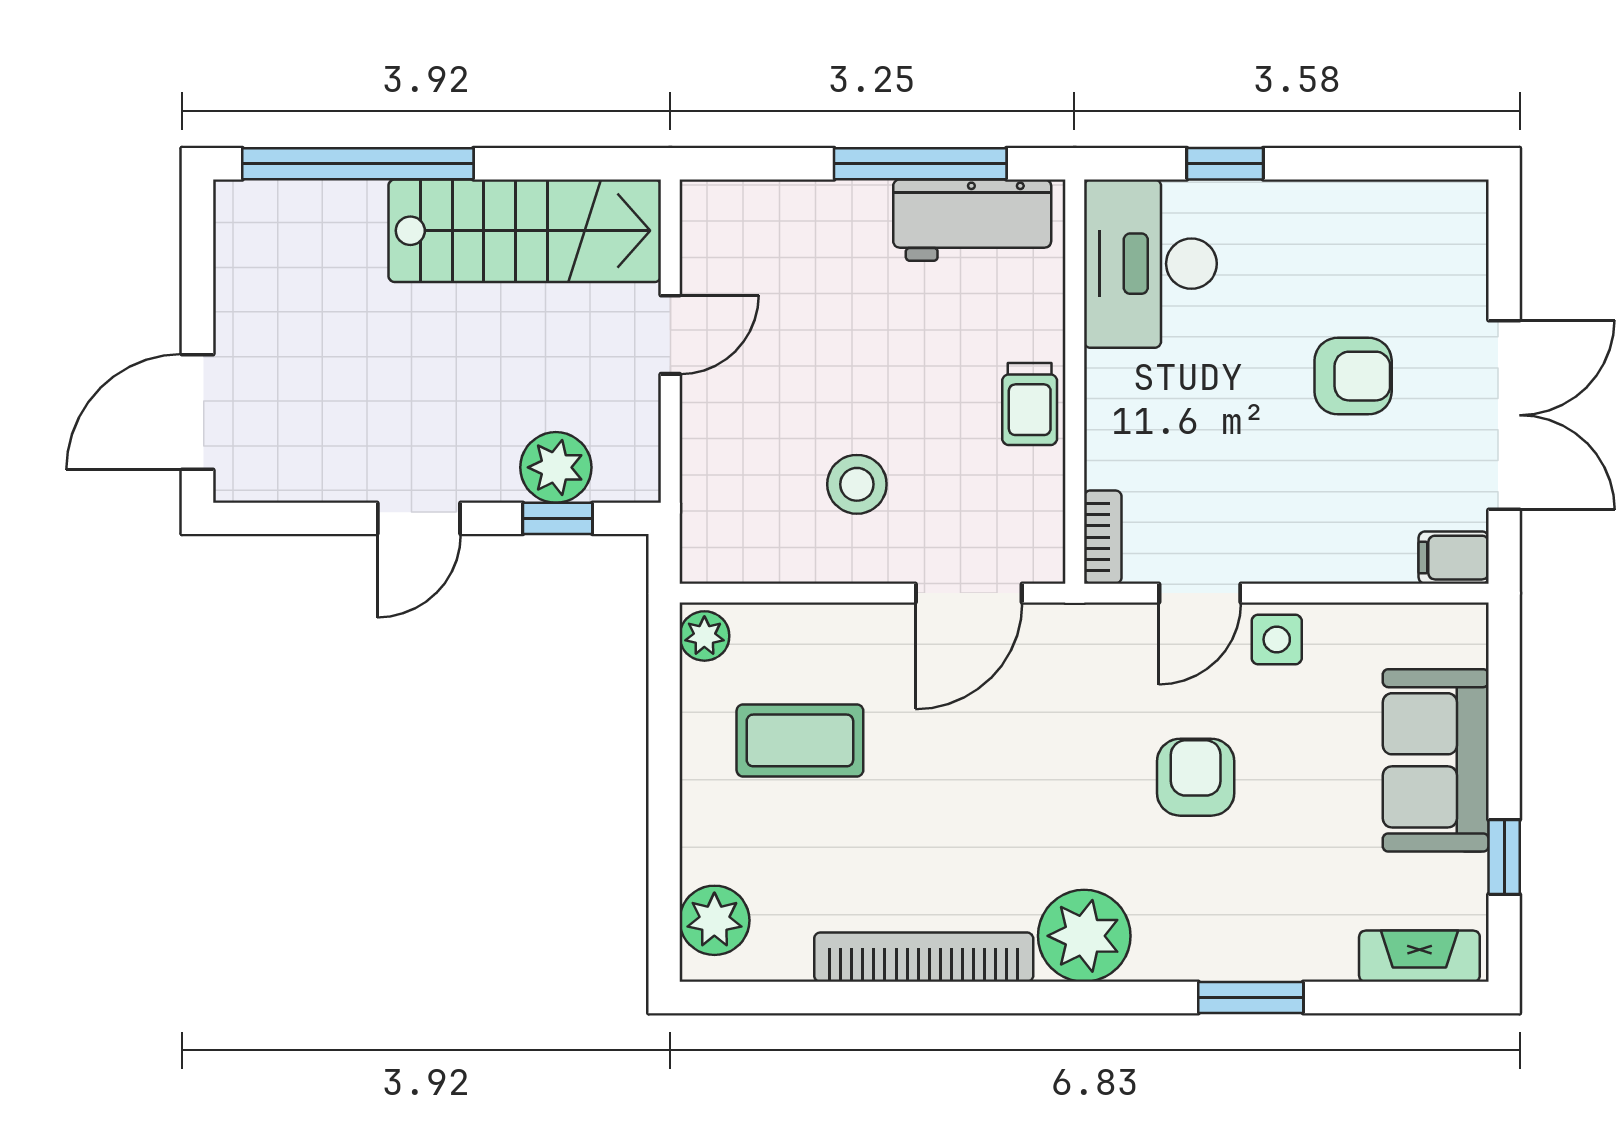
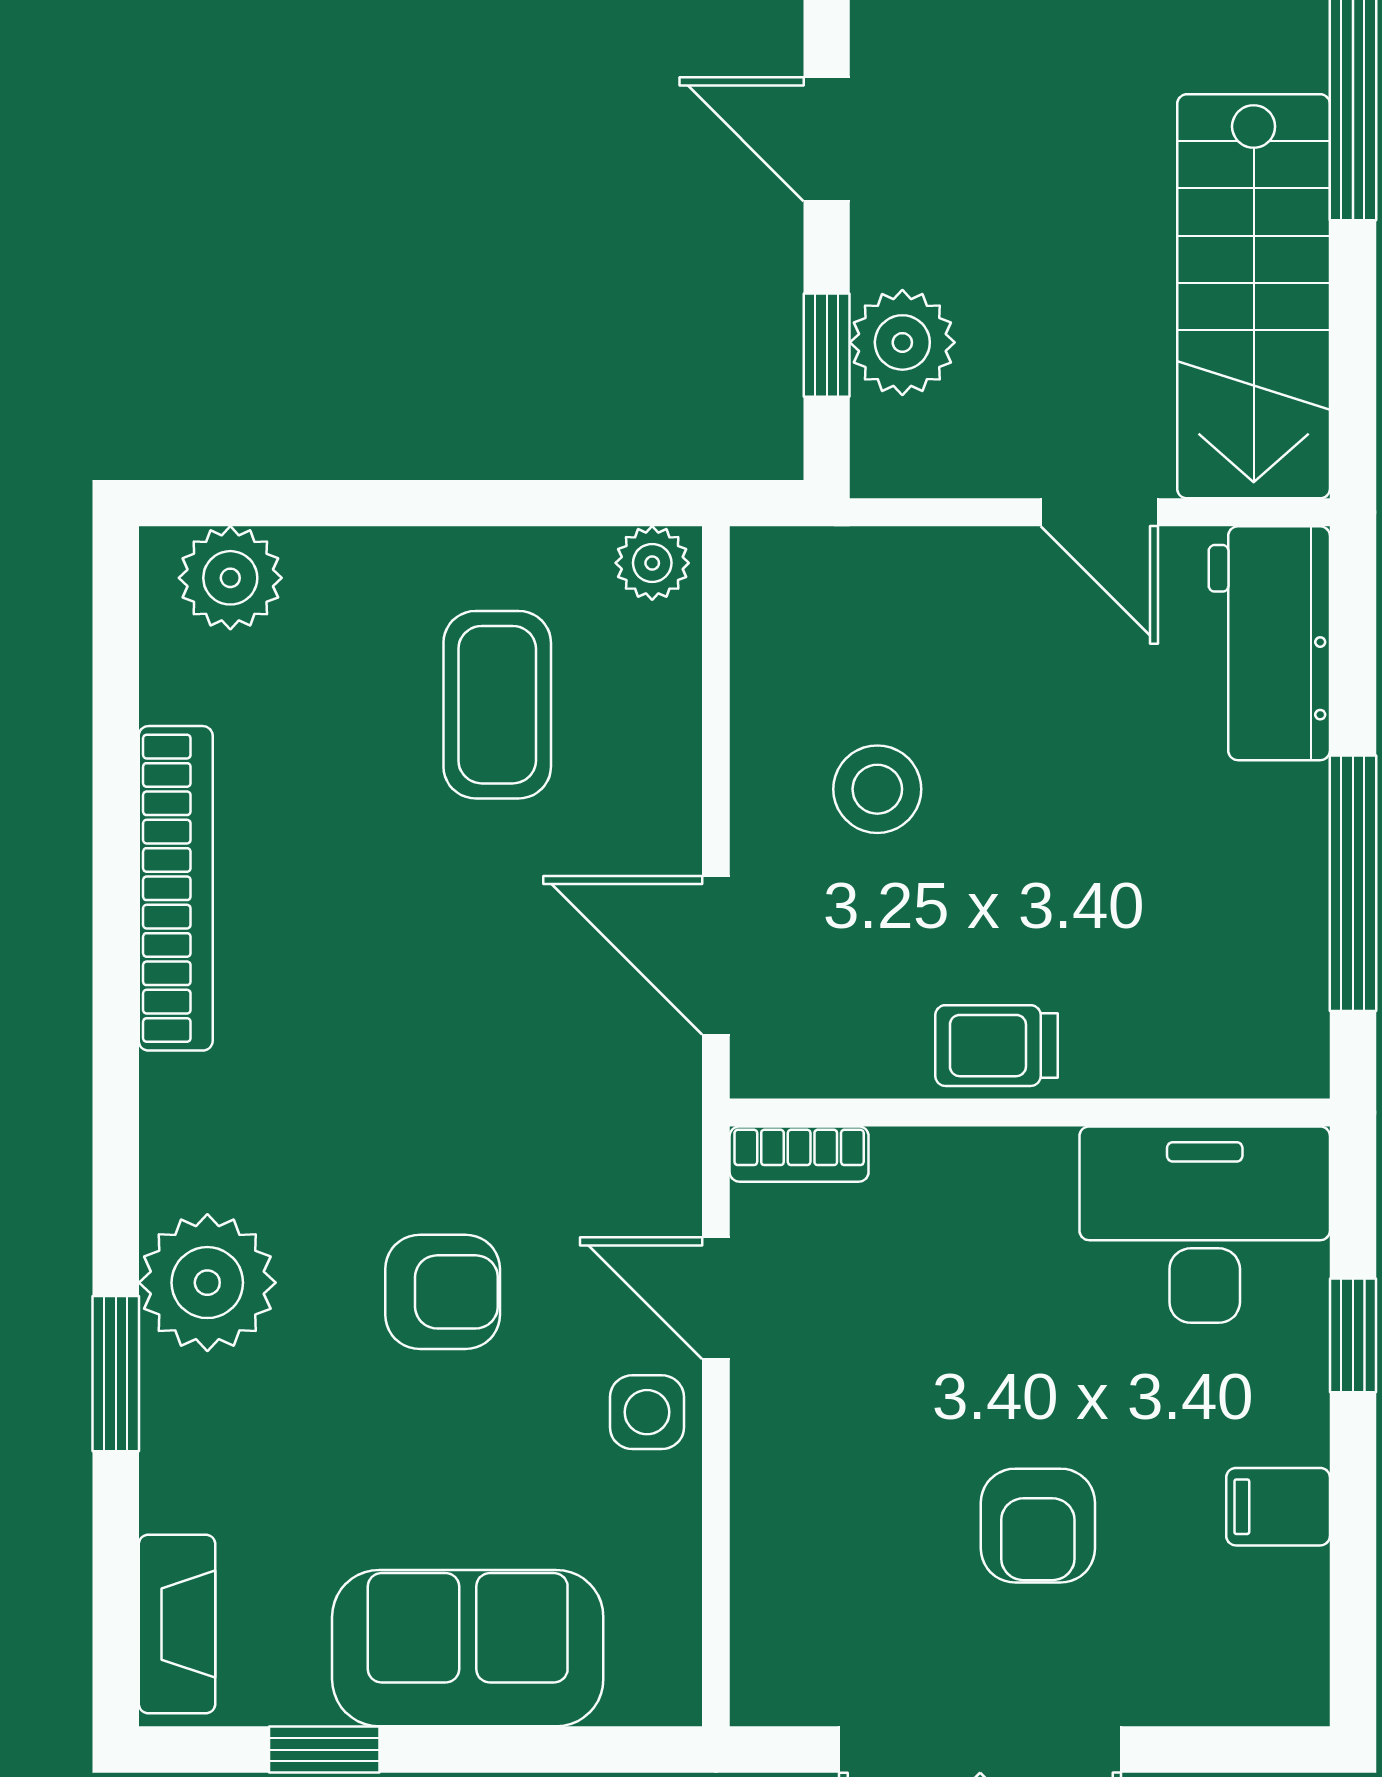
workbench: (972, 220) -> (1269, 643), moved
filing cabinet: (1454, 558) -> (1278, 1507), moved, turned -90
plant: (1084, 936) -> (207, 1283), moved

